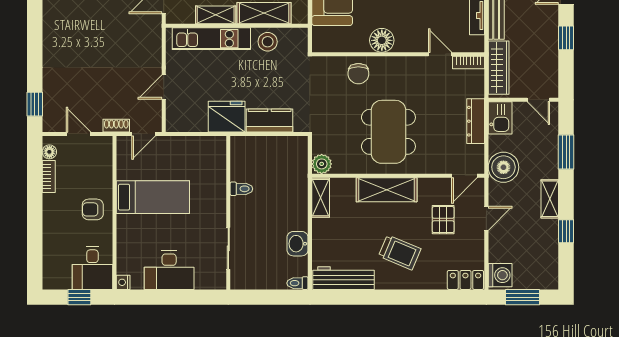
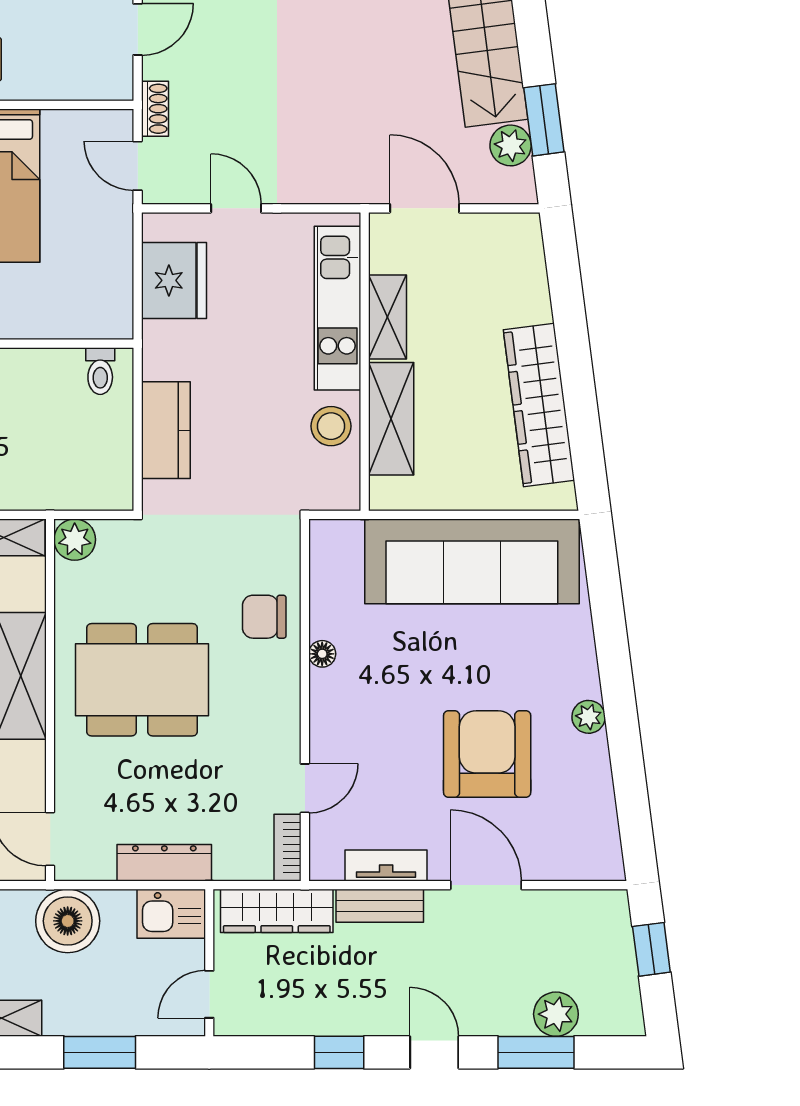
floor lamp: (382, 40) -> (322, 654), width x0.53, depth x0.53
fridge: (227, 117) -> (174, 280), moved
toilet: (241, 189) -> (100, 371), moved

